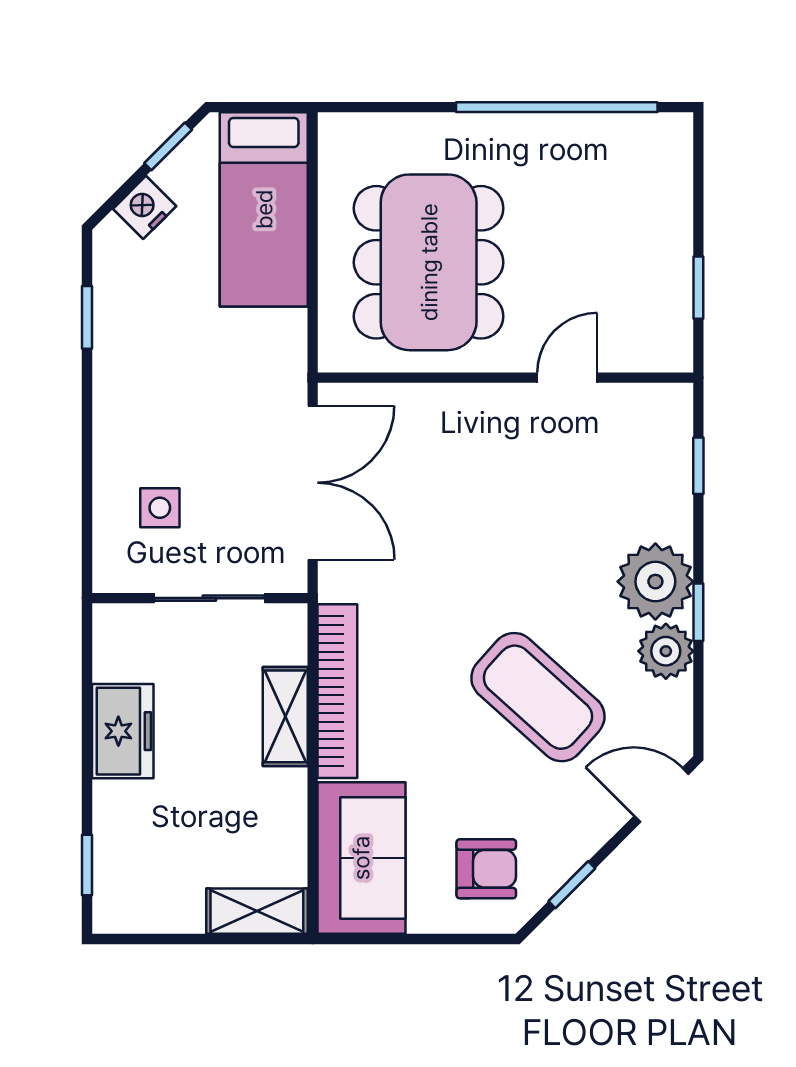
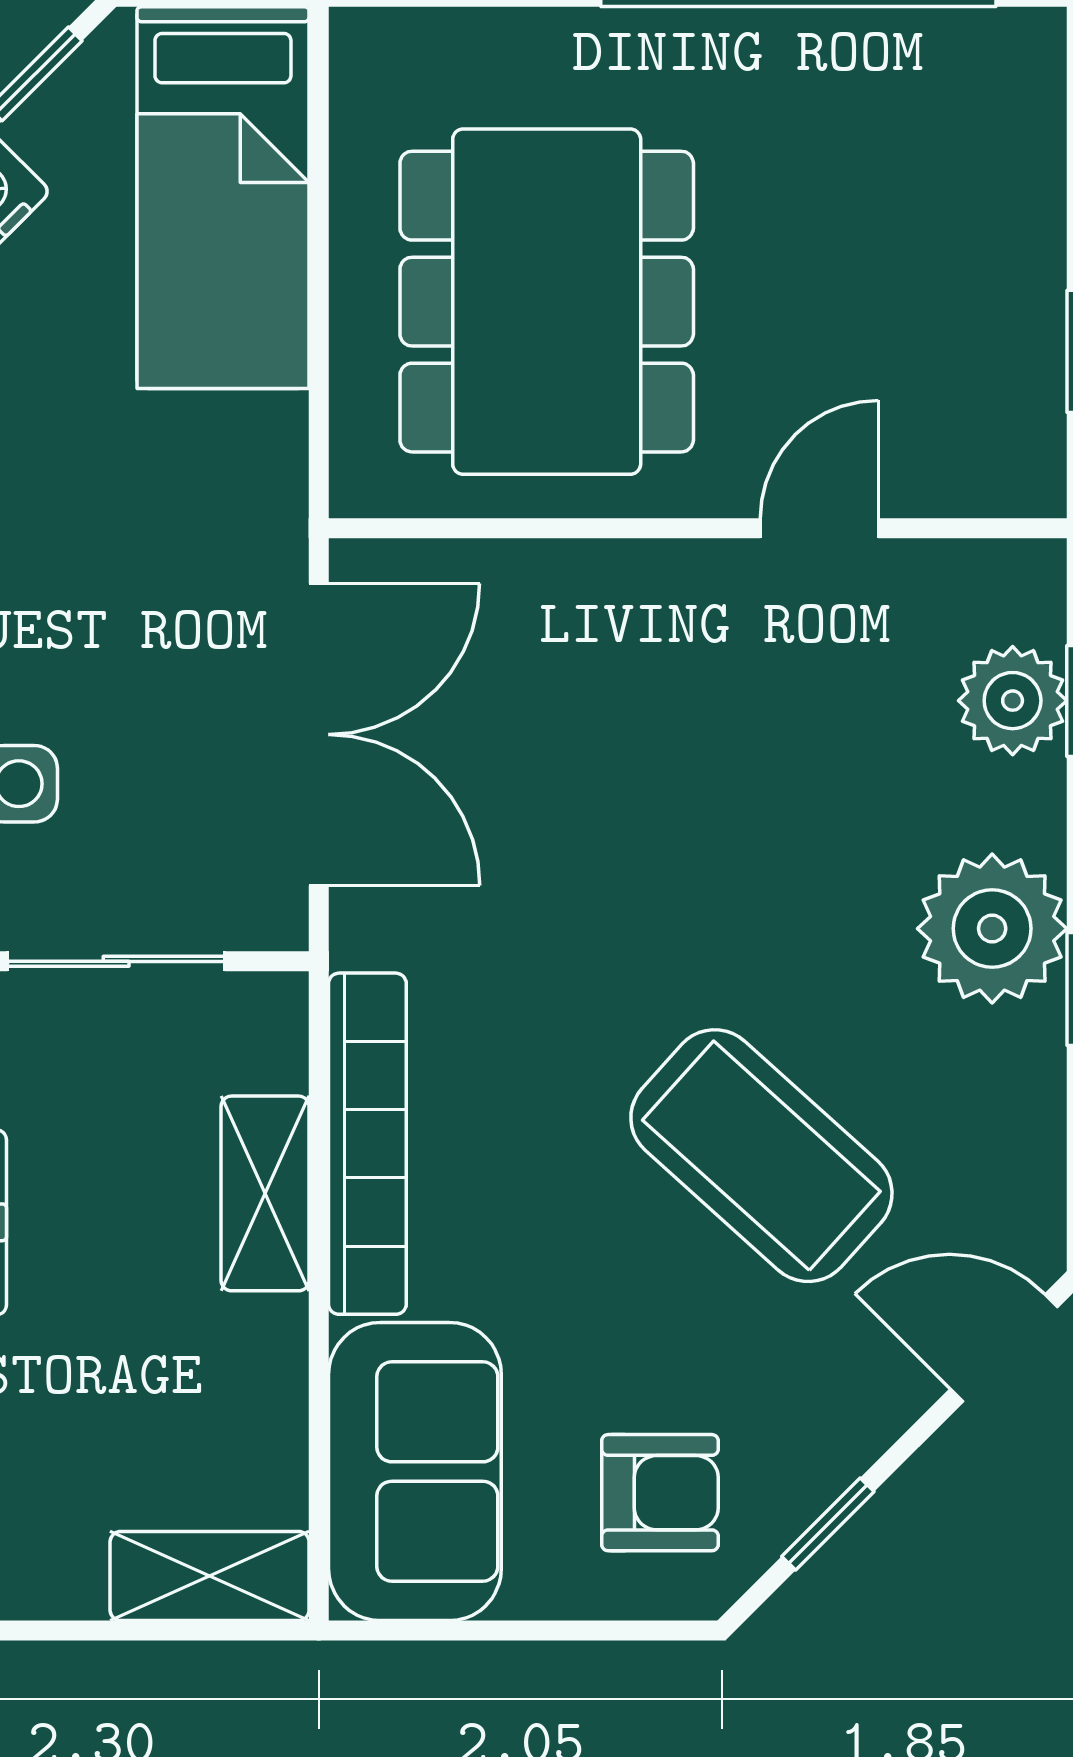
plant: (666, 651) -> (1013, 701), moved

